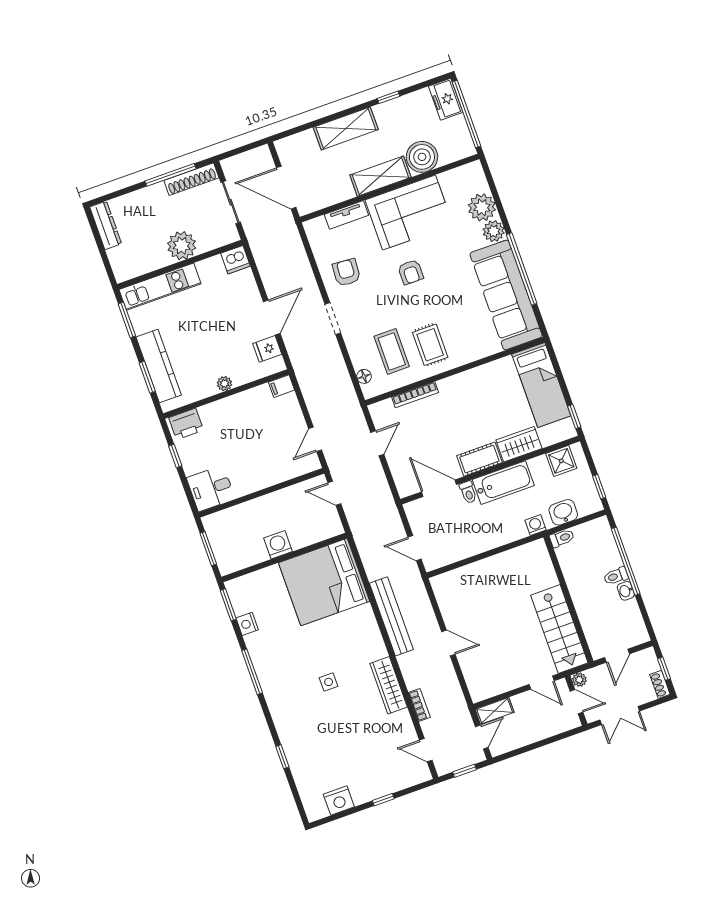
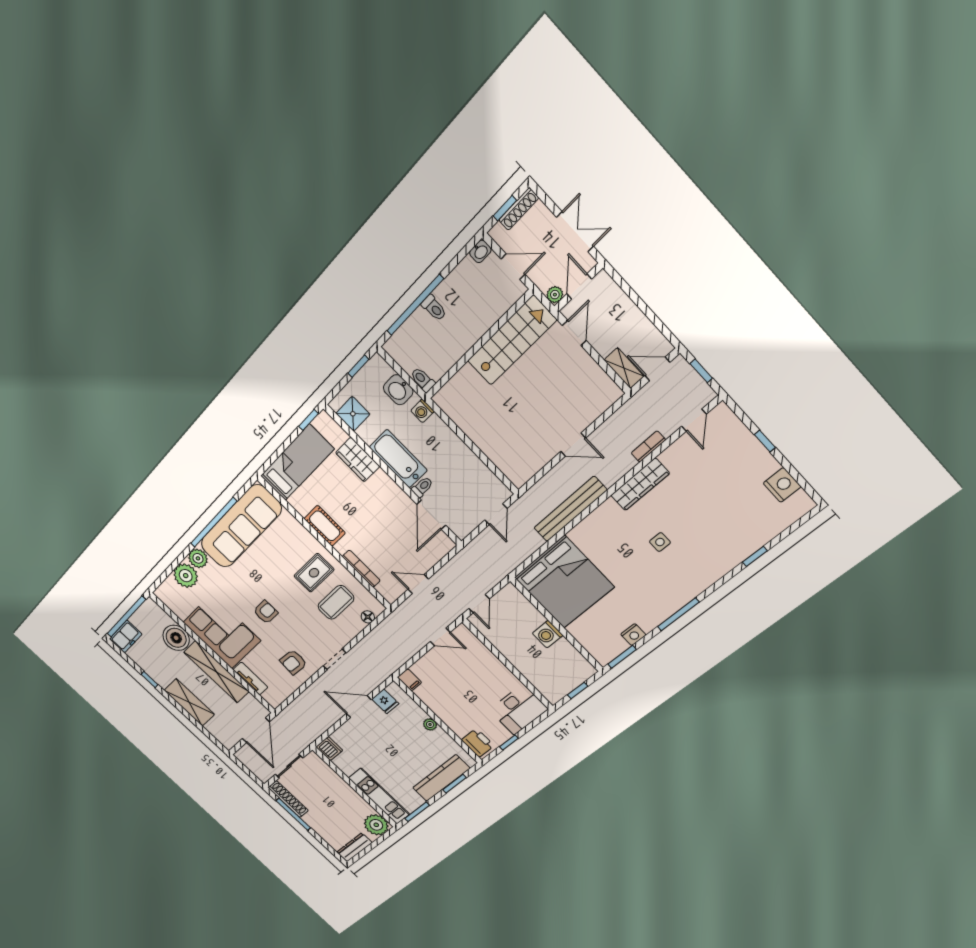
shelving: (380, 176) -> (217, 672), width x1.47
plant: (182, 246) -> (376, 825), moved
cot: (479, 459) -> (325, 526), moved
desk: (211, 488) -> (518, 710), width x1.37
window: (208, 549) -> (578, 691), width x0.67
washbasin: (626, 591) -> (480, 251), moved
door: (448, 643) -> (573, 445), swing flipped
shoe rack: (660, 684) -> (519, 209), width x1.43

